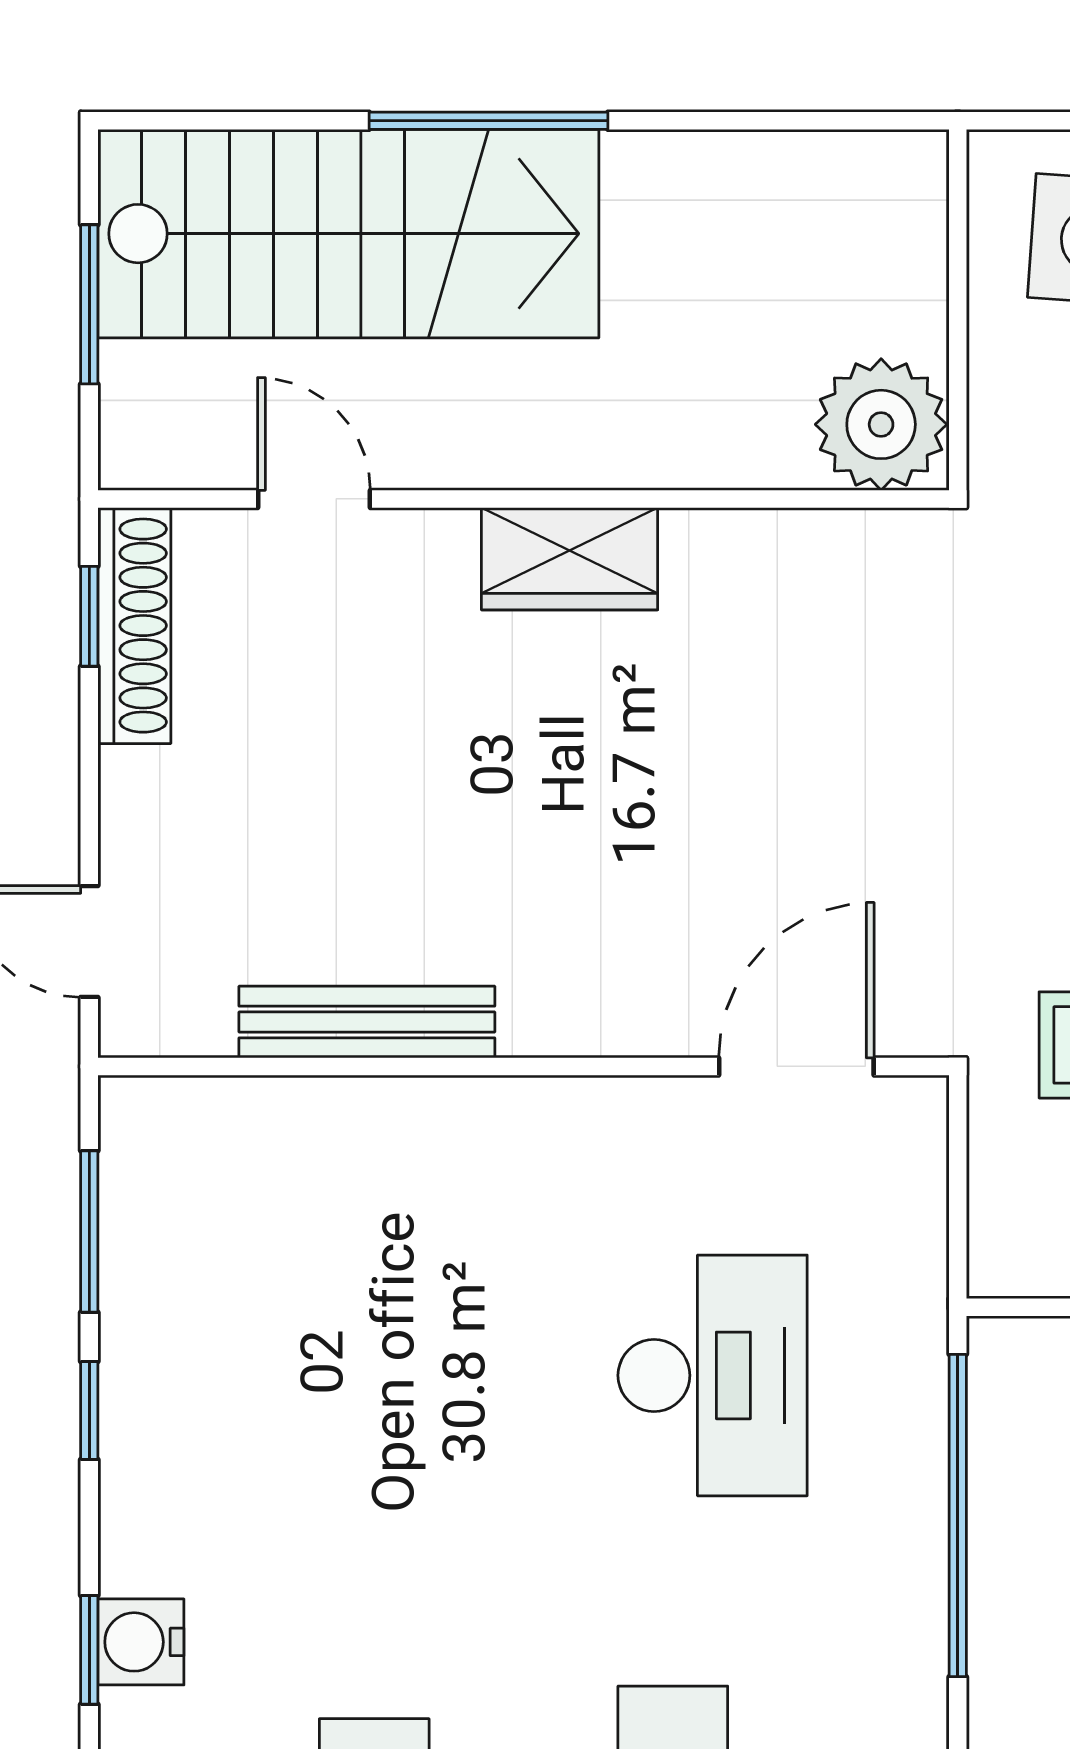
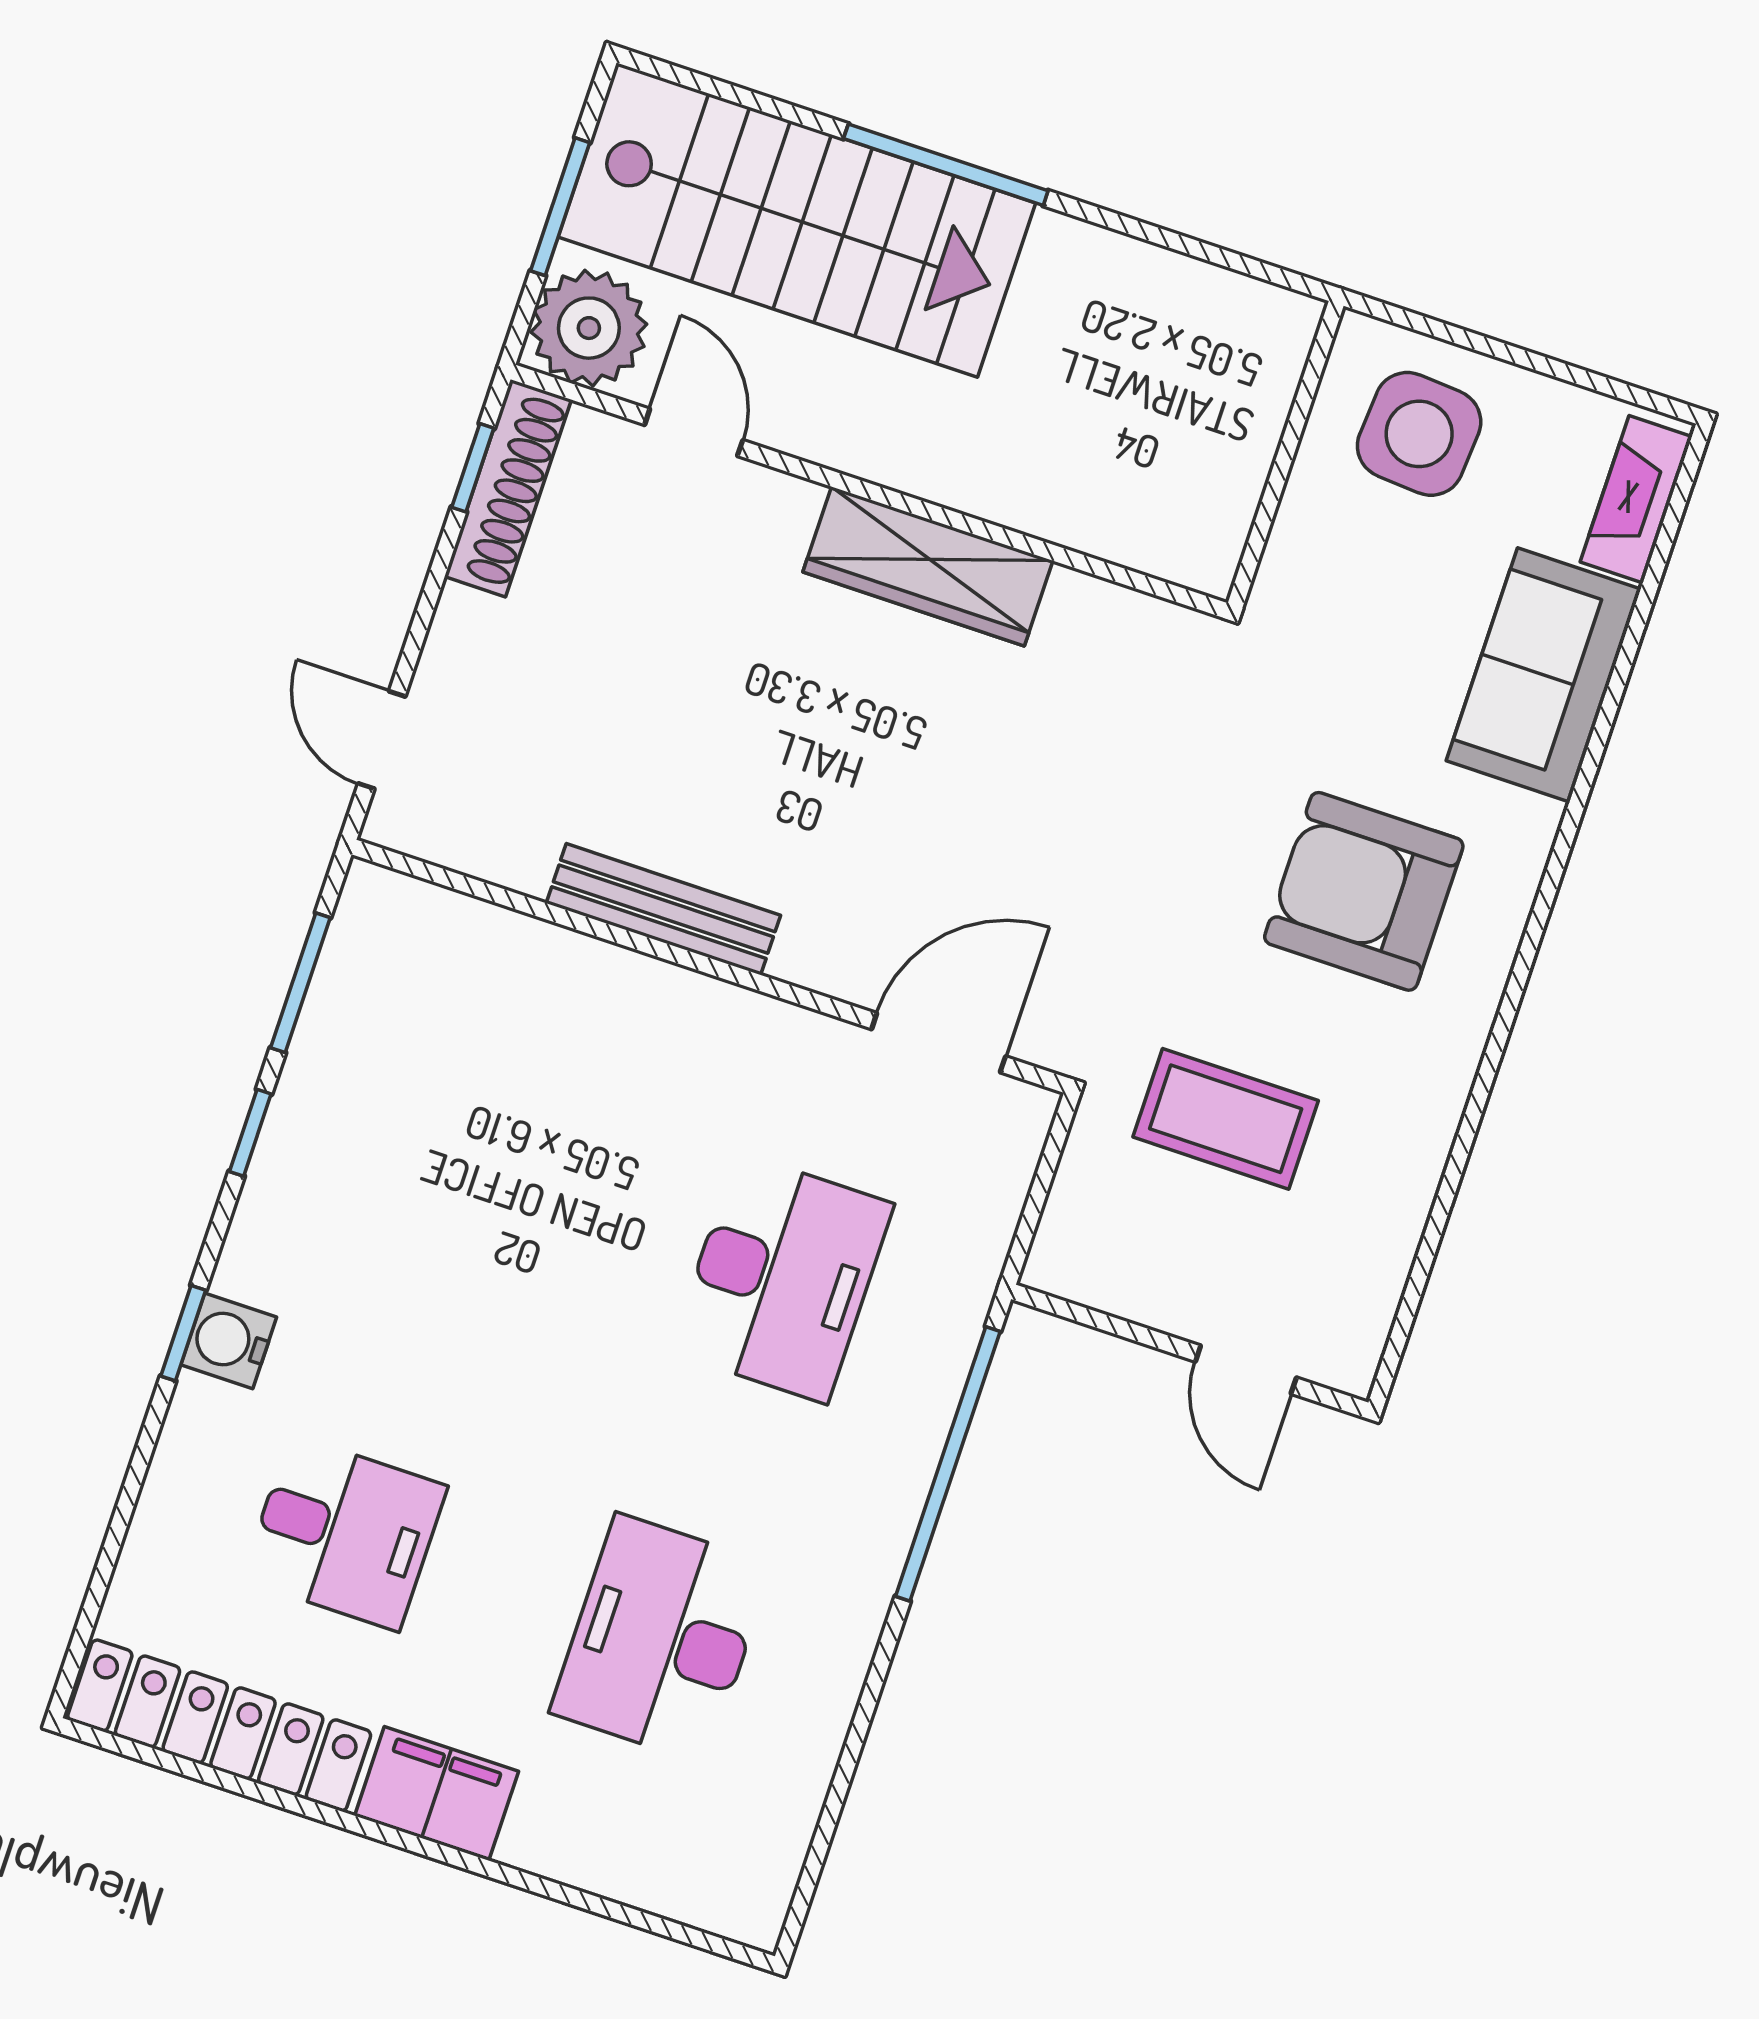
plant: (881, 424) -> (589, 328), moved
wardrobe: (570, 559) -> (928, 566), width x1.50
bench: (367, 1022) -> (663, 909), moved

